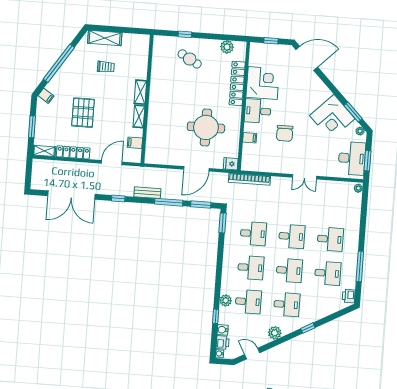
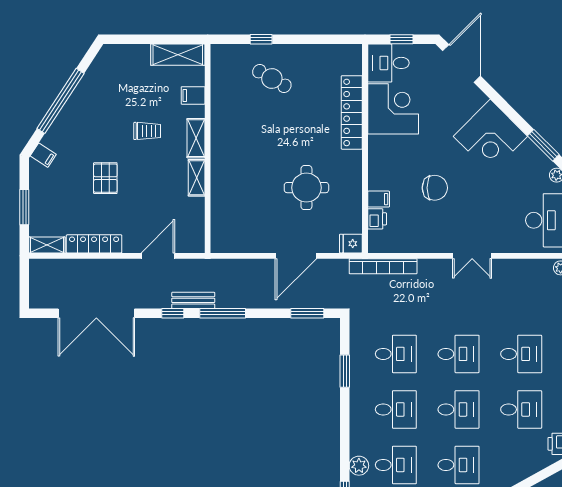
shelving: (105, 38) -> (178, 55), moved
plant: (227, 47) -> (331, 55), removed
door: (307, 58) -> (462, 63), hinge flipped
trolley: (106, 67) -> (147, 131), moved
desk: (258, 111) -> (388, 63), moved
pallet: (83, 113) -> (105, 178), width x0.67, depth x0.71
corner desk: (332, 117) -> (490, 136), moved
round table: (206, 127) -> (306, 188), width x0.73, depth x0.73
chair: (285, 133) -> (435, 188), turned -90
filing cabinet: (135, 143) -> (193, 95), moved
printer: (248, 150) -> (377, 219), added
bench: (147, 193) -> (193, 300), moved
window: (169, 202) -> (223, 313), moved
window: (223, 223) -> (345, 371), moved

